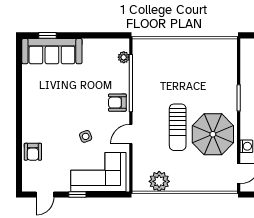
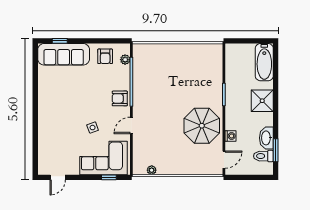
sun lounger: (178, 127) -> (172, 120), removed
armchair: (33, 152) -> (105, 56), moved
plant: (159, 181) -> (152, 170), width x0.53, depth x0.53
window: (77, 195) -> (109, 177), moved

